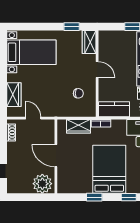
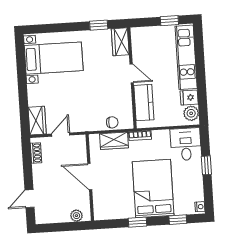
chair: (78, 93) -> (112, 122), moved
wardrobe: (14, 95) -> (37, 121), moved
kitchen counter: (114, 109) -> (144, 103), moved, turned 90
door: (33, 118) -> (61, 135), hinge flipped
plant: (42, 184) -> (76, 216), width x0.53, depth x0.53

